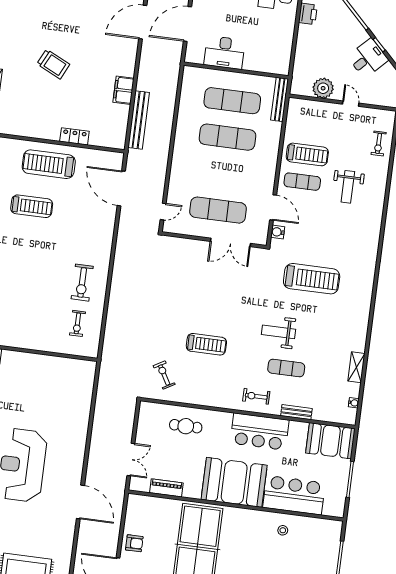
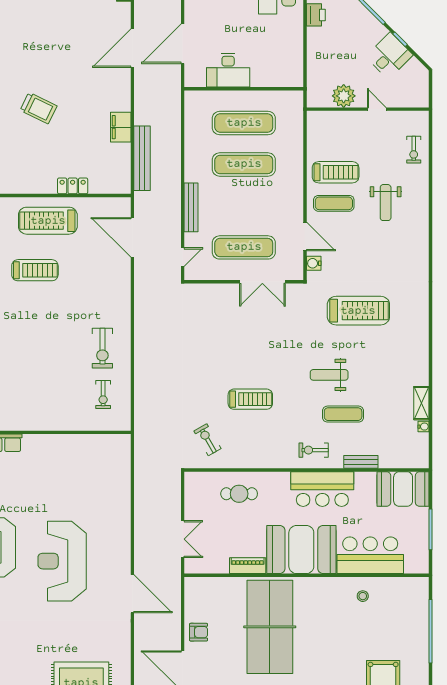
bench: (280, 99) -> (191, 207), moved
water cooler: (354, 403) -> (424, 427), moved
piano: (166, 488) -> (248, 566), moved

